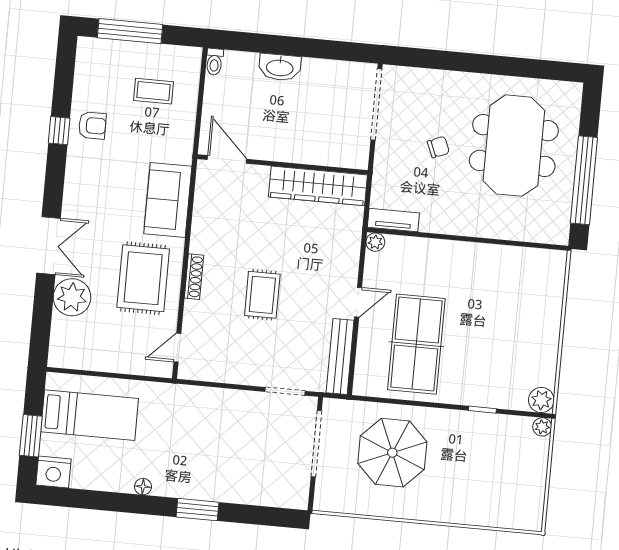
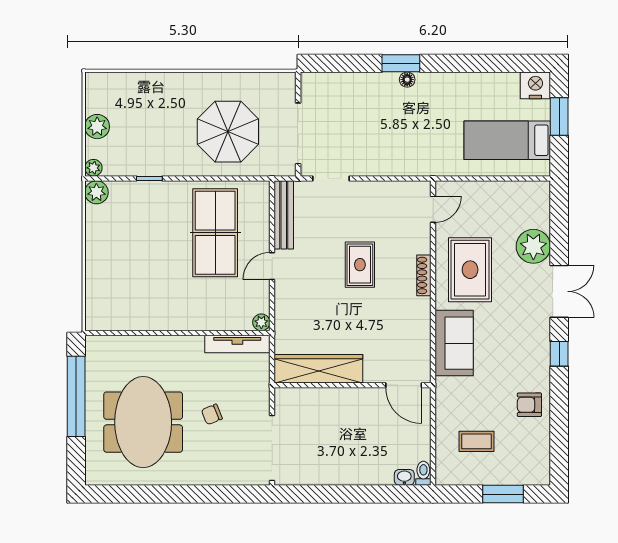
window: (130, 31) -> (503, 494), width x0.69
washbasin: (280, 67) -> (404, 477), moved, width x0.52, depth x0.69
window: (59, 131) -> (559, 354), moved
tv unit: (393, 220) -> (237, 344), width x1.41
double door: (48, 246) -> (559, 291), swing flipped
plant: (534, 471) -> (97, 127), added
floor lamp: (143, 487) -> (407, 80), moved

